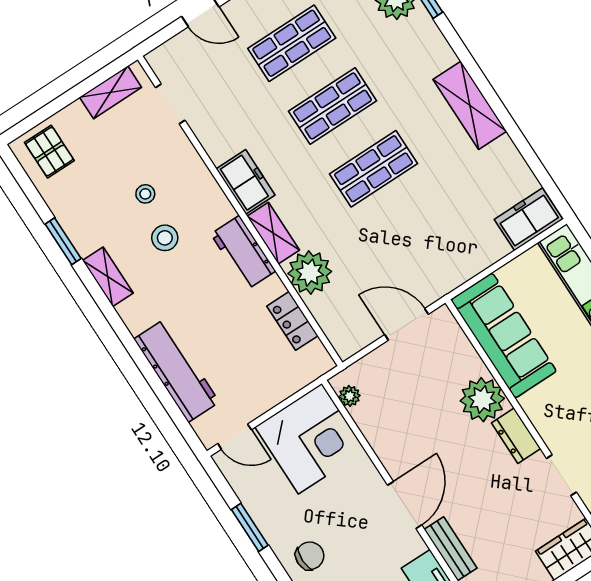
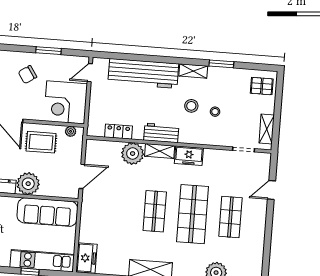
shop shelf: (333, 106) -> (193, 214), width x1.43, depth x1.36
workbench: (177, 370) -> (143, 73), width x1.36, depth x1.32
rug: (402, 429) -> (41, 142), added
chair: (310, 556) -> (27, 75), moved, turned 56

